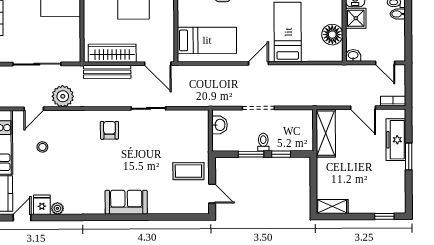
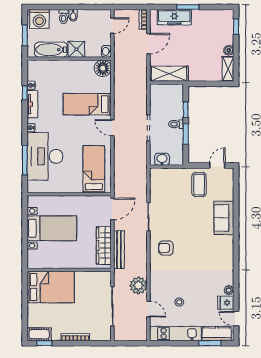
floor lamp: (332, 35) -> (103, 68), moved
sofa: (126, 202) -> (224, 218), moved
boiler: (355, 207) -> (229, 50), added

